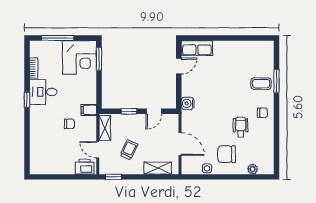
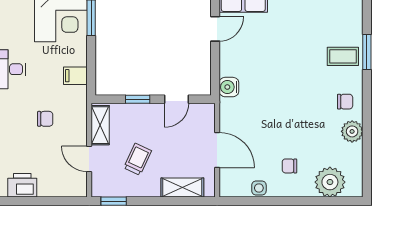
filing cabinet: (89, 110) -> (75, 76), moved
wheelchair: (241, 127) -> (311, 124), removed
plant: (267, 132) -> (352, 131), added
chair: (227, 154) -> (289, 166), width x0.54, depth x0.54
printer: (85, 167) -> (22, 185), moved
plant: (253, 169) -> (330, 182), width x1.88, depth x1.88

